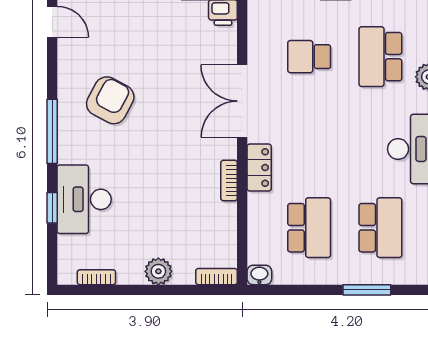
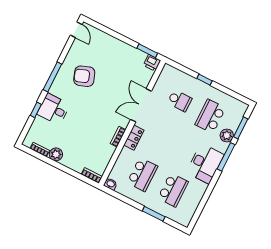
school desk: (309, 57) -> (180, 101), turned 180
armchair: (110, 100) -> (84, 76), turned -138
desk: (84, 199) -> (53, 109), width x0.73
plant: (158, 271) -> (56, 154), moved

